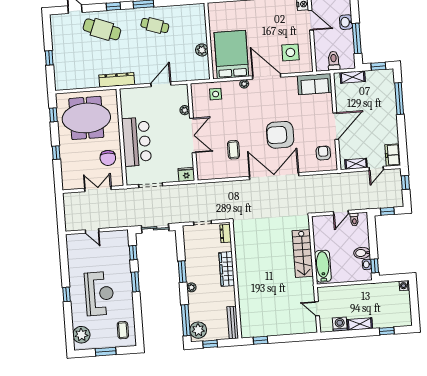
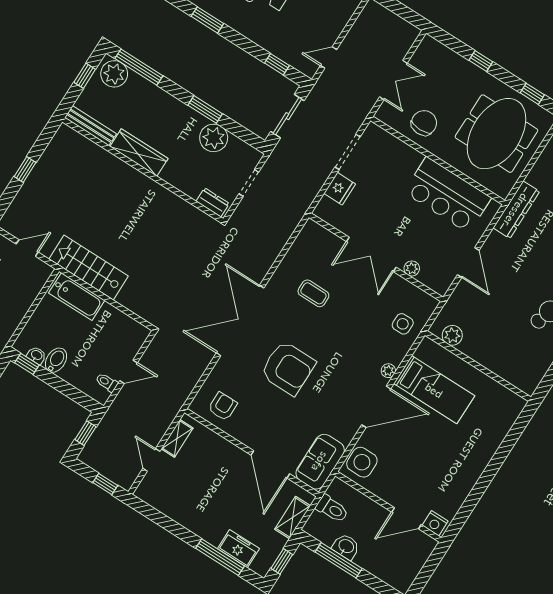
washbasin: (346, 22) -> (346, 547), moved
plant: (202, 50) -> (452, 335), moved
side table: (290, 52) -> (362, 462), moved
bed: (231, 54) -> (434, 390), width x0.67
door: (336, 126) -> (270, 464), moved
armchair: (280, 135) -> (288, 368), turned 90
bar counter: (137, 142) -> (448, 195), moved
armchair: (323, 153) -> (223, 406), turned -90
freezer: (393, 155) -> (238, 549), moved
chair: (108, 158) -> (424, 123), turned 90
fridge: (186, 174) -> (340, 189), moved
double door: (274, 176) -> (240, 320), swing flipped
door: (341, 213) -> (129, 372), swing flipped
door: (92, 231) -> (329, 58), moved
stairs: (303, 254) -> (89, 268), moved
wardrobe: (227, 269) -> (139, 153), moved
window: (135, 282) -> (207, 20), moved
plant: (191, 287) -> (214, 138), moved, width x1.87, depth x1.87
window: (260, 340) -> (25, 170), moved

